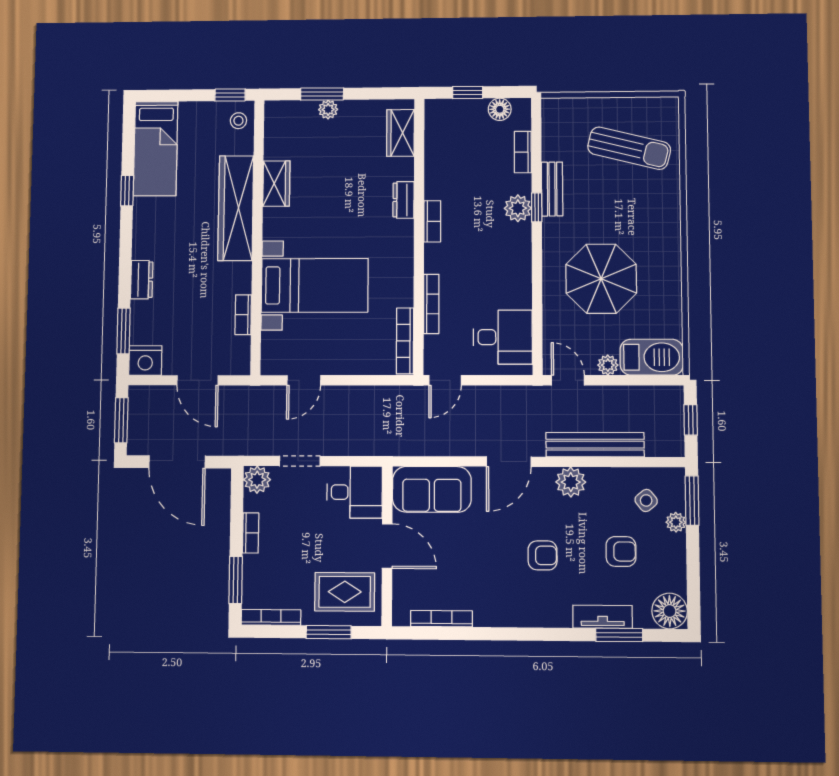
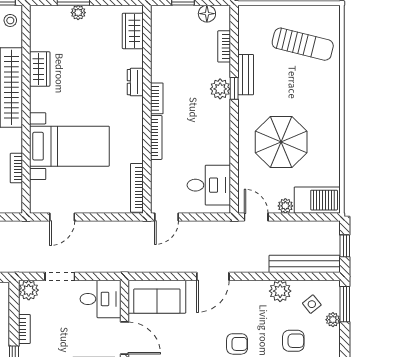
bookcase: (431, 304) -> (156, 137), moved
bench: (595, 445) -> (305, 264), moved
plant: (571, 482) -> (280, 291), moved

